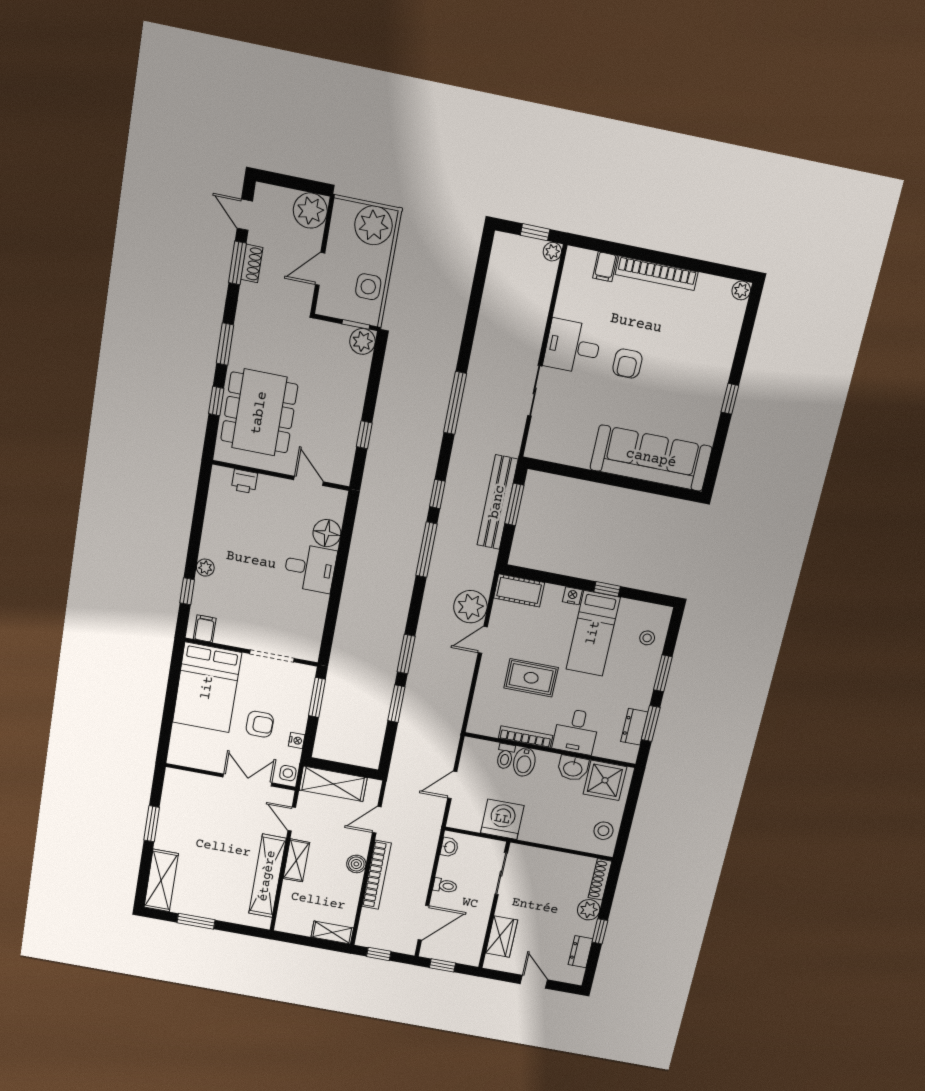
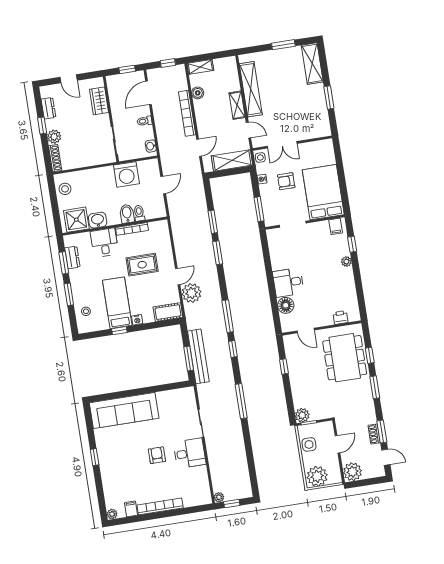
filing cabinet: (605, 267) -> (131, 509), moved
boiler: (356, 864) -> (198, 93), moved

